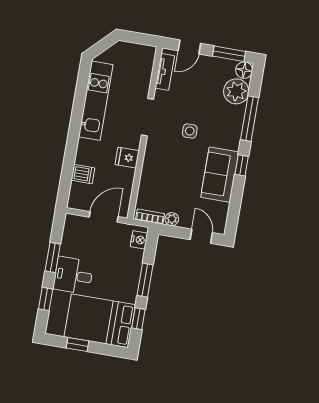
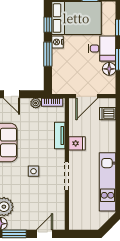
tv unit: (165, 72) -> (60, 135), moved
dishwasher: (83, 174) -> (108, 114), moved
nightstand: (139, 240) -> (57, 42), moved
floor lamp: (68, 247) -> (109, 69), added

